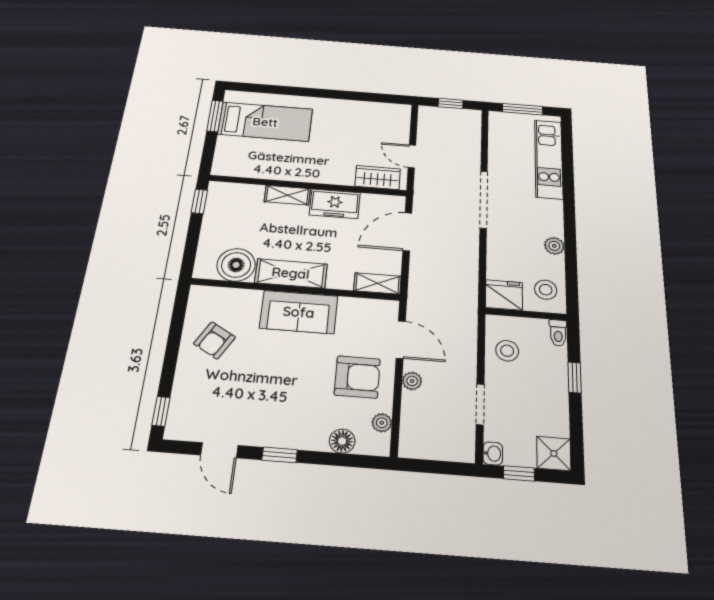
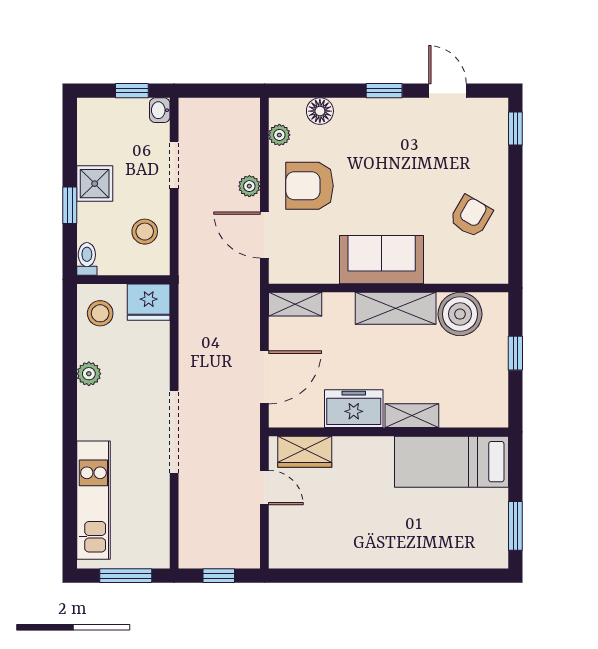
bed: (265, 122) -> (451, 462), moved
window: (199, 201) -> (515, 353), moved
shower: (554, 453) -> (95, 184), moved

